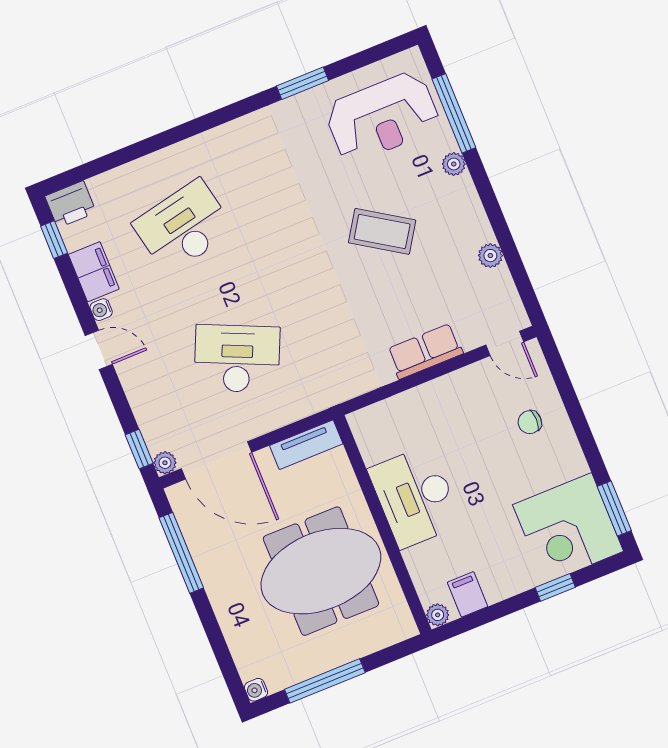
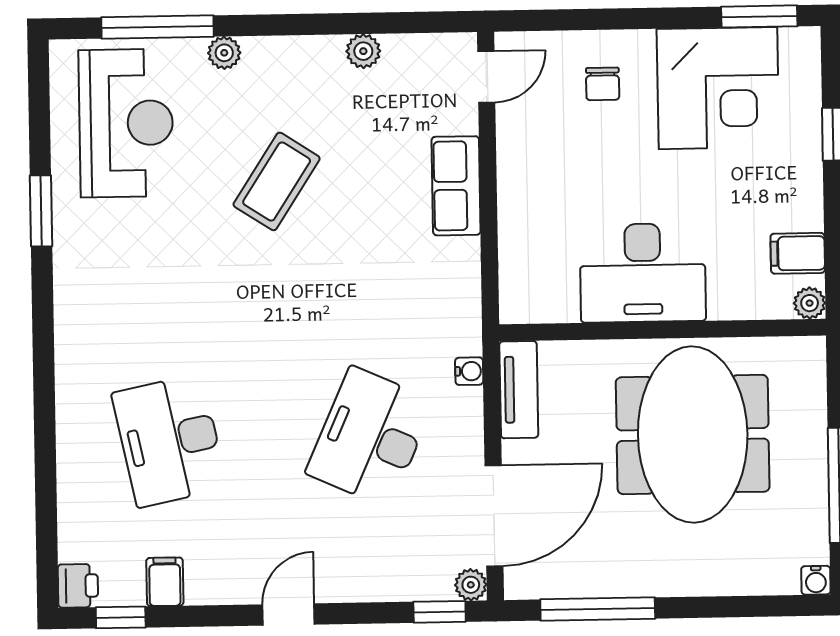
printer: (71, 204) -> (78, 586), width x0.73, depth x0.81
filing cabinet: (94, 272) -> (165, 582), width x0.50
water cooler: (101, 310) -> (469, 371), moved, turned -90
corner desk: (568, 528) -> (718, 88), moved

